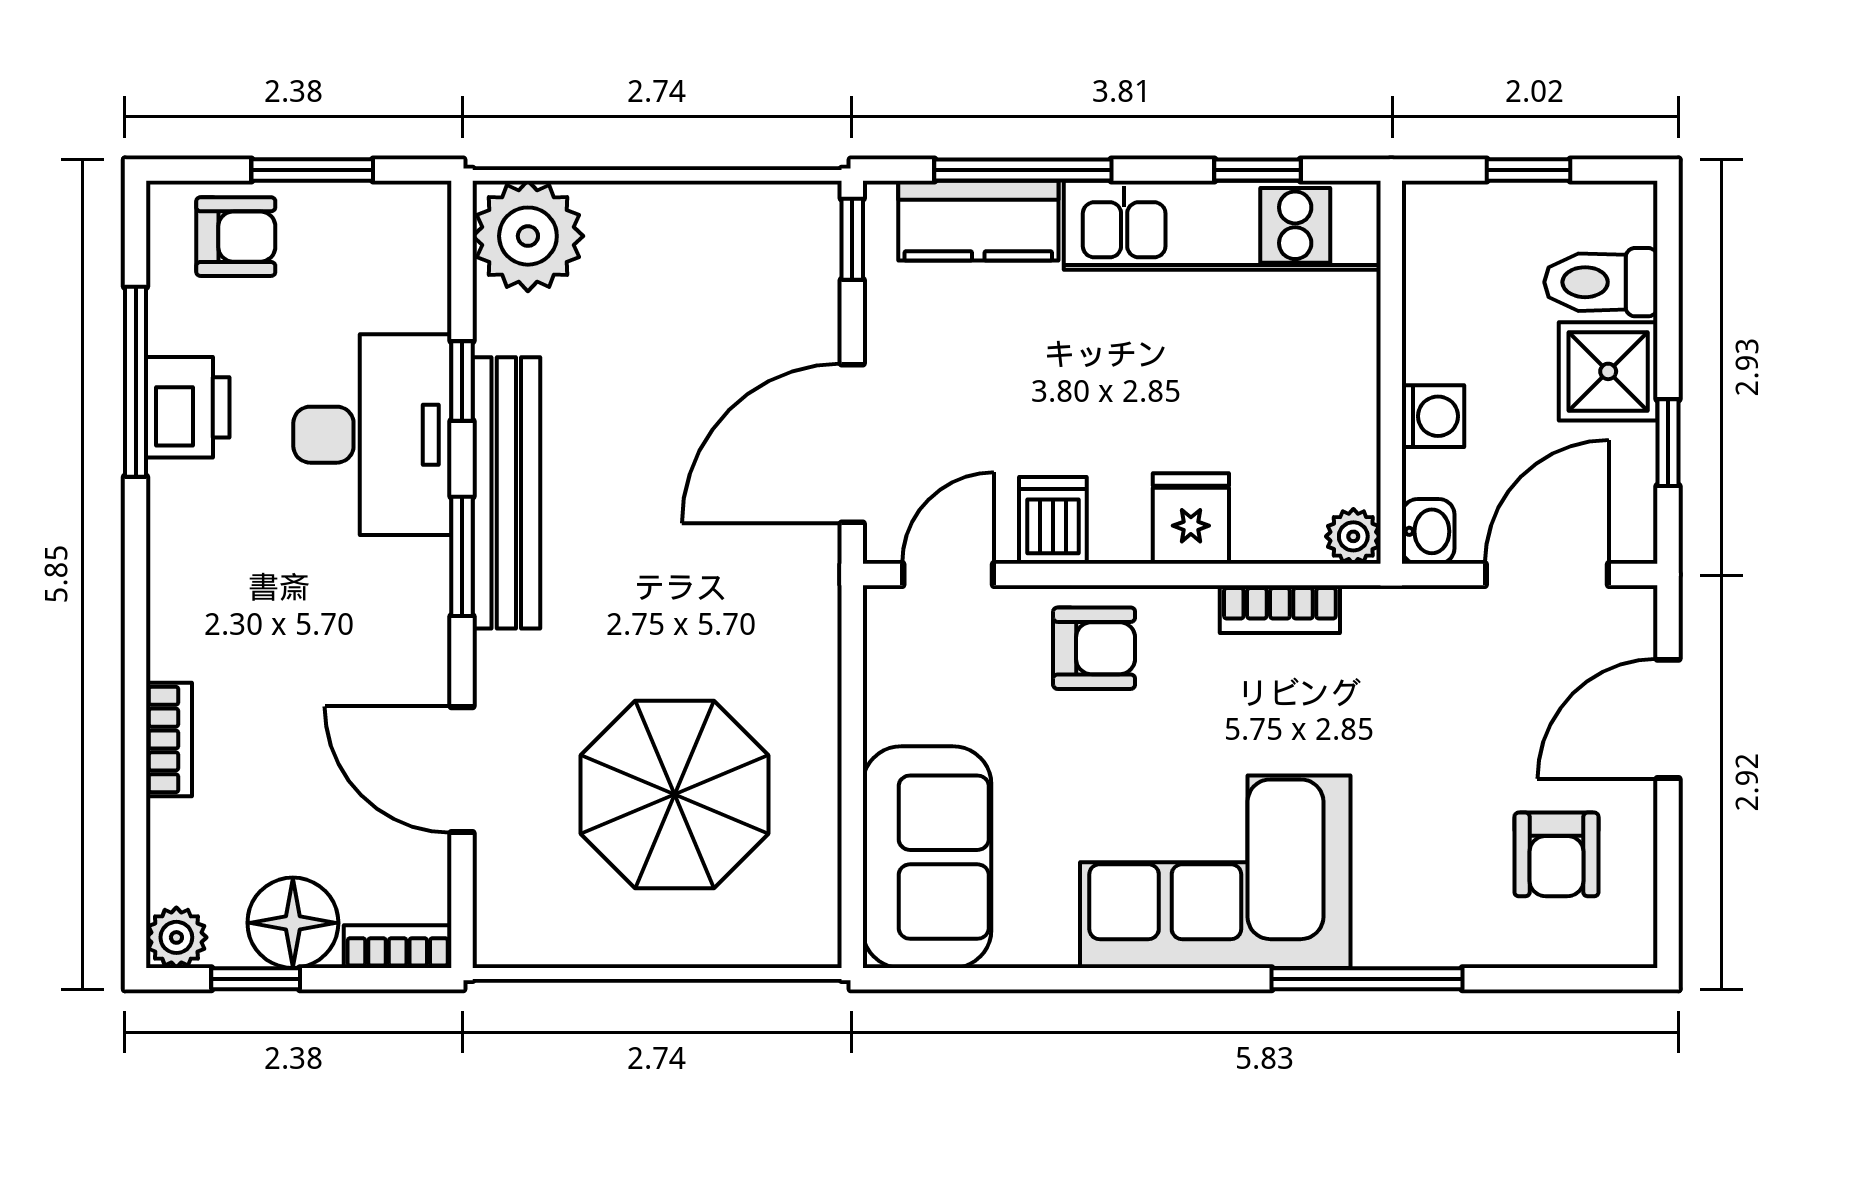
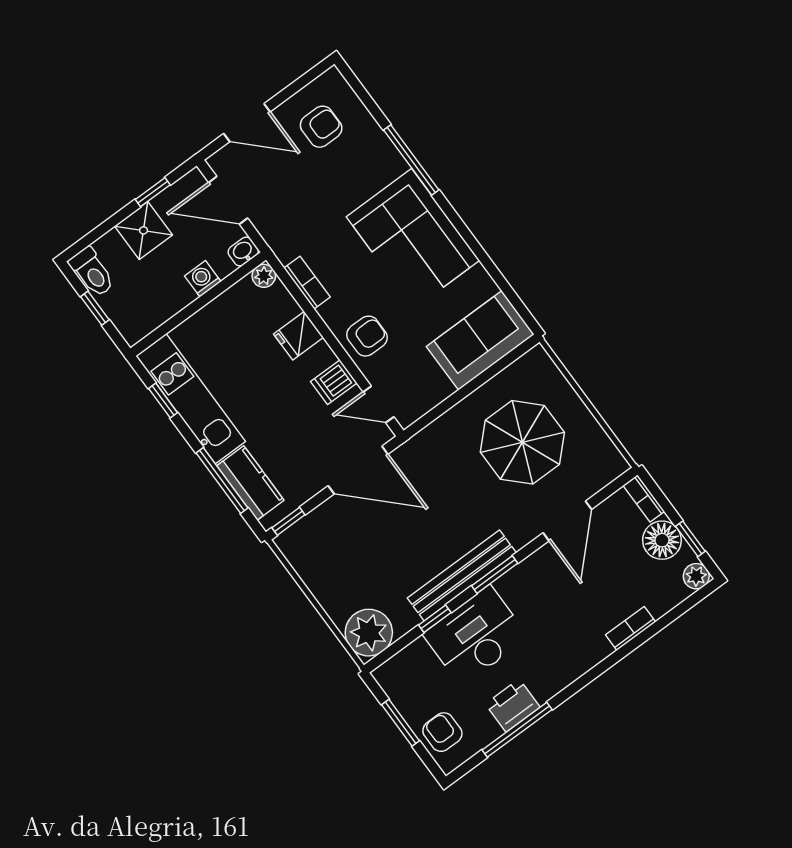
toilet: (1601, 282) -> (92, 272), moved
armchair: (1094, 648) -> (367, 336), turned 90

